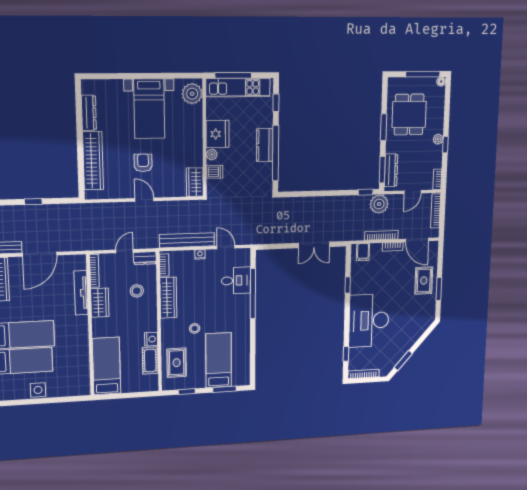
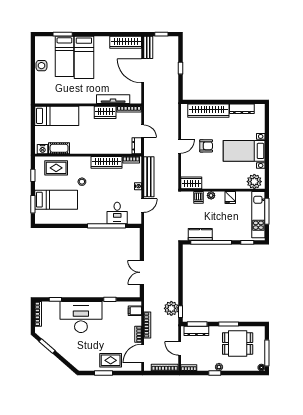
fridge: (218, 134) -> (230, 198), width x0.53, depth x0.75
kitchen counter: (265, 145) -> (200, 234), moved
plant: (379, 204) -> (171, 308), moved
stool: (137, 291) -> (113, 139), removed
nightstand: (151, 339) -> (43, 149), moved

